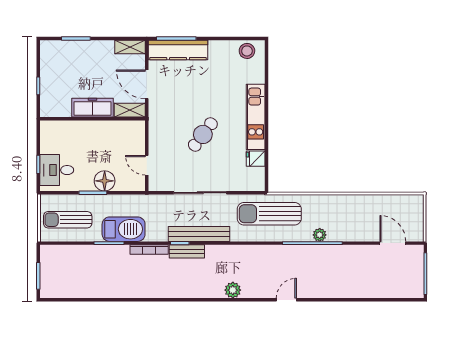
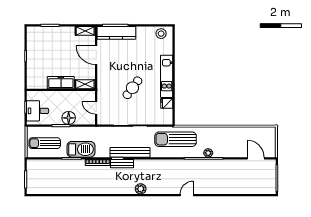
freezer: (92, 108) -> (61, 83), moved
shelving: (130, 110) -> (85, 84), moved
wall: (93, 119) -> (61, 90), moved
plant: (233, 290) -> (141, 189), moved

